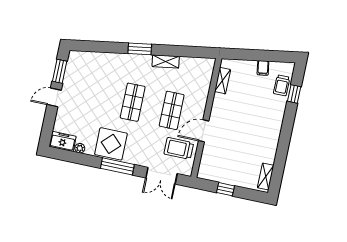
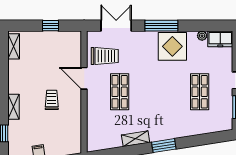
shelving: (223, 81) -> (14, 107), moved
trolley: (282, 85) -> (52, 100), moved
shop shelf: (133, 102) -> (200, 92), moved
door: (204, 131) -> (84, 78), swing flipped

